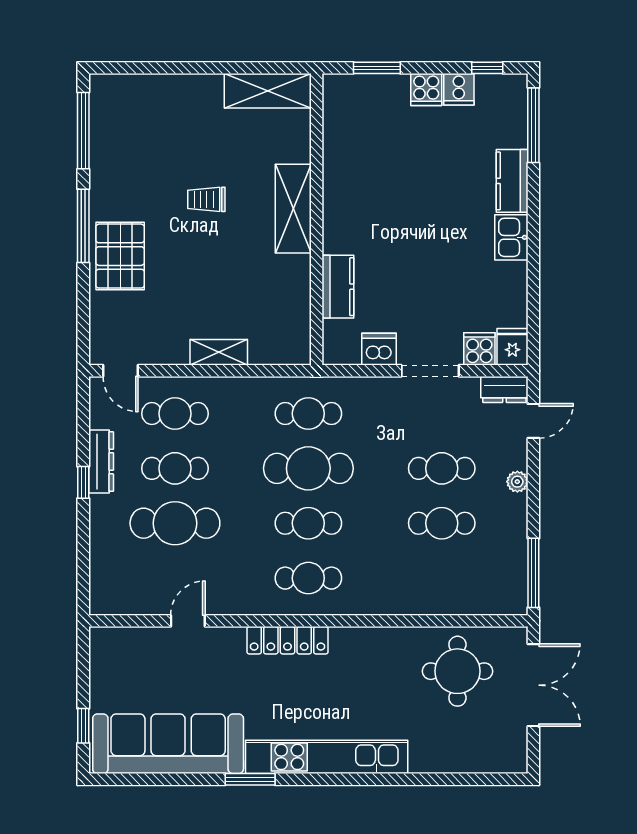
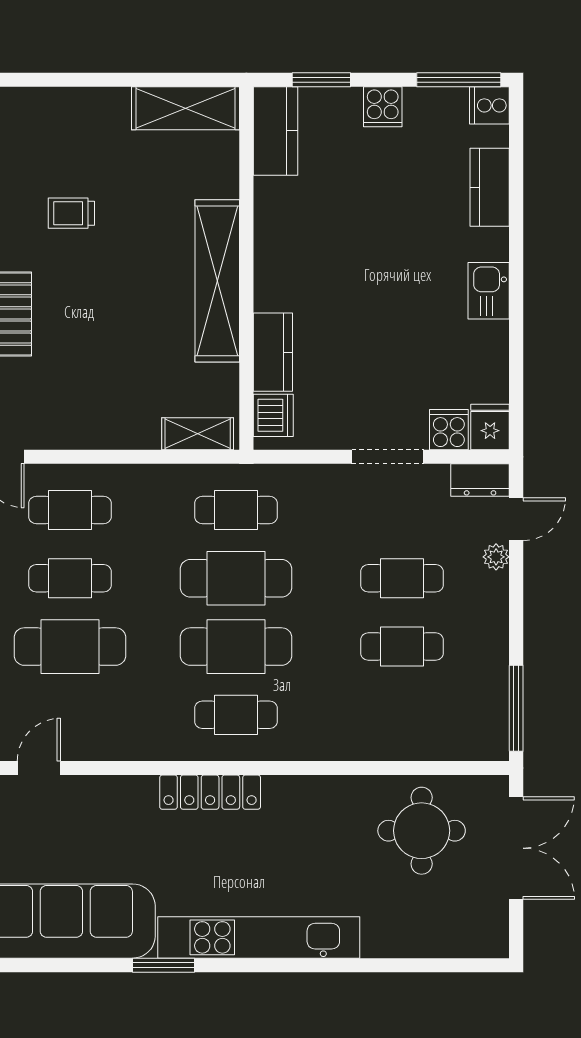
window: (487, 68) -> (459, 80), width x2.17
cooker: (459, 89) -> (489, 105), moved, turned 90
kitchen counter: (340, 109) -> (275, 131), added
window: (533, 125) -> (516, 151), removed
kitchen counter: (512, 181) -> (490, 187), moved
trolley: (206, 199) -> (71, 213), moved
shelving: (293, 209) -> (217, 281), width x1.47
dishwasher: (379, 349) -> (273, 415), moved, turned 90
shelving: (219, 352) -> (198, 434), moved
plant: (517, 482) -> (496, 557), moved
cafe table: (308, 523) -> (236, 647), width x1.37, depth x1.35
door: (188, 621) -> (39, 768), moved

